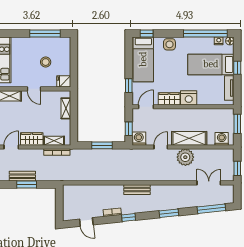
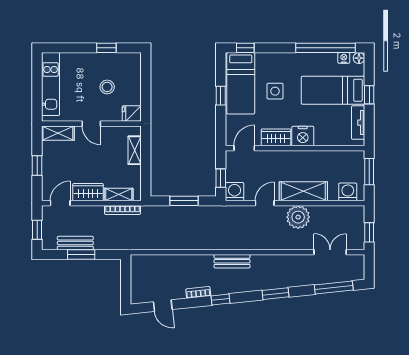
window: (45, 33) -> (106, 48), width x0.46
side table: (169, 44) -> (275, 91), moved
window: (129, 86) -> (221, 96), moved

